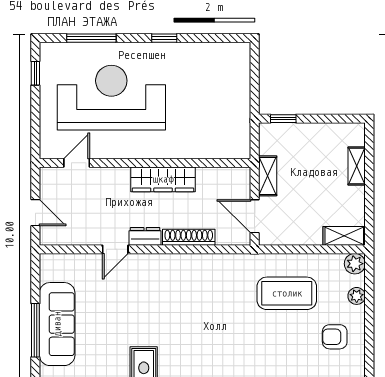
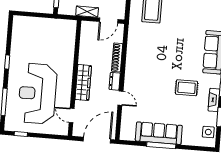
wardrobe: (163, 179) -> (83, 83), moved
door: (35, 213) -> (97, 140), width x1.88

